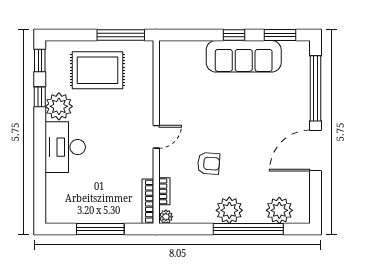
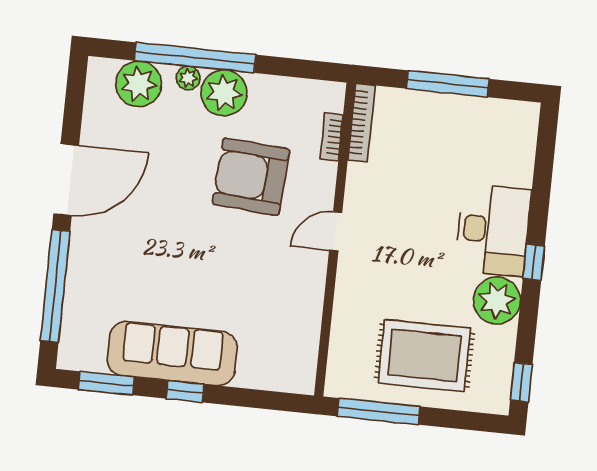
window: (40, 97) -> (534, 262), moved
armchair: (209, 163) -> (251, 177), width x1.88, depth x1.88
plant: (166, 217) -> (188, 78), moved

